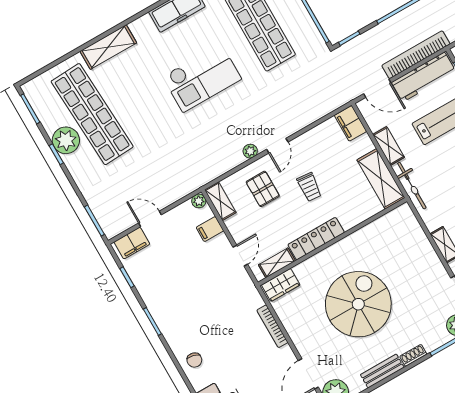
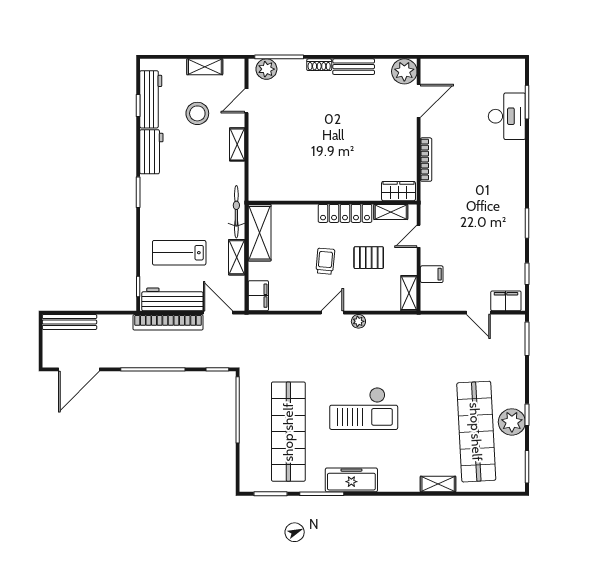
shelving: (108, 47) -> (438, 484), width x0.67, depth x0.75
checkout: (202, 78) -> (364, 408), turned 180
pallet: (263, 189) -> (369, 258), moved, turned 90
plant: (199, 201) -> (427, 304), removed
spiral stairs: (358, 304) -> (341, 136), removed
chair: (194, 360) -> (510, 169), removed

